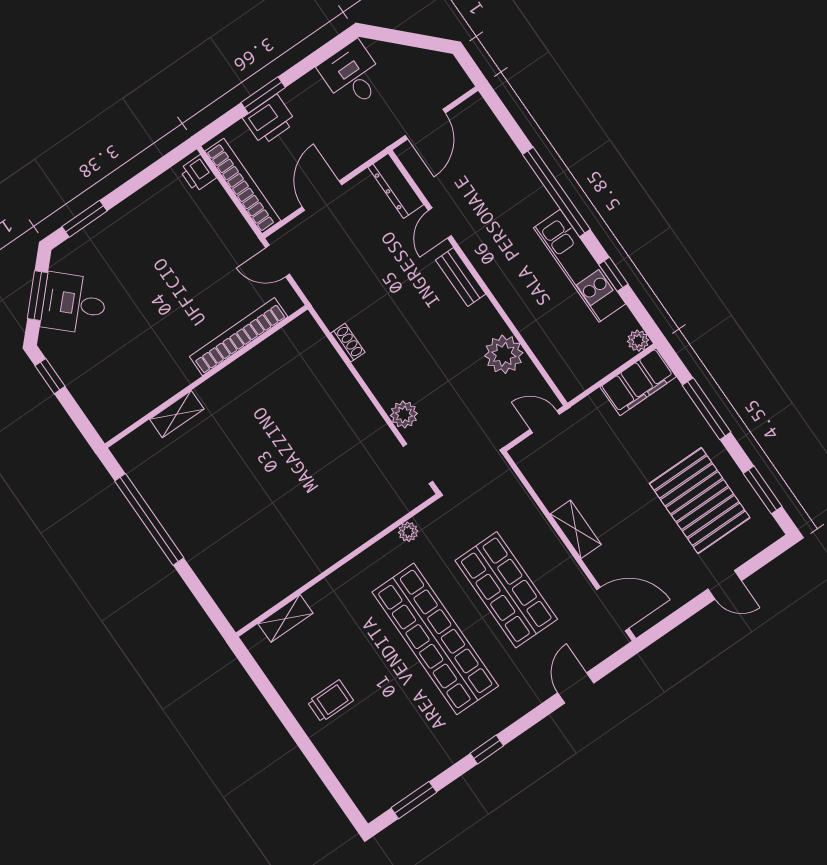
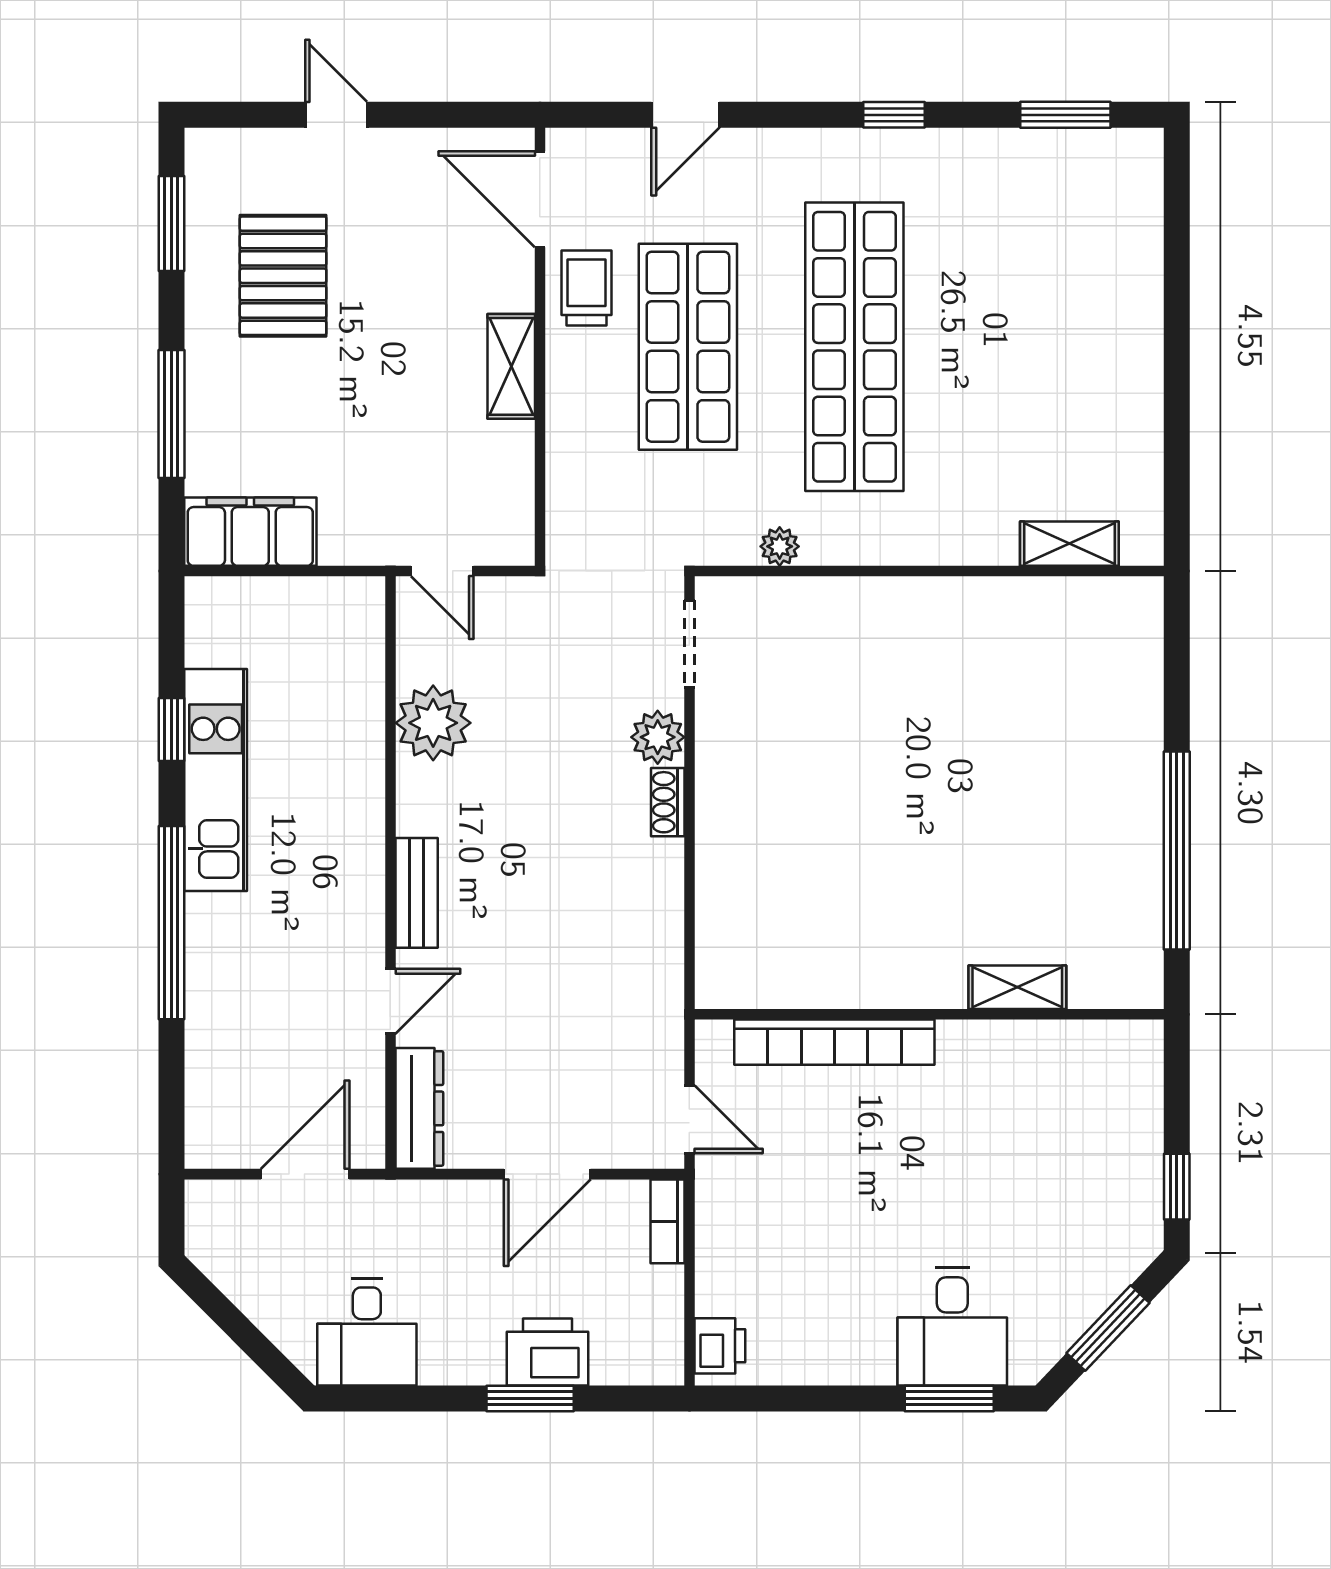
bookcase: (243, 186) -> (668, 1221), width x0.43, depth x0.76
desk: (74, 304) -> (952, 1327), moved, turned 47
plant: (638, 341) -> (205, 597), removed
shoe rack: (348, 343) -> (668, 802), moved
pallet: (700, 501) -> (283, 276), width x0.73, depth x0.71
trolley: (330, 701) -> (586, 288), moved, turned 90

